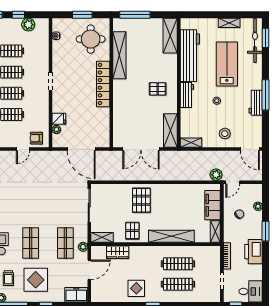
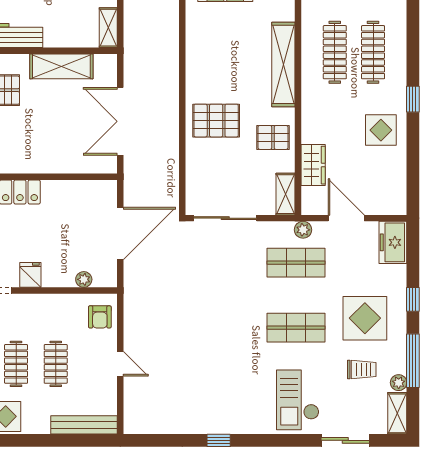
fridge: (59, 119) -> (30, 275), moved
shelving: (170, 131) -> (61, 66), moved
door: (23, 149) -> (120, 364), moved
double door: (141, 149) -> (120, 121), swing flipped

